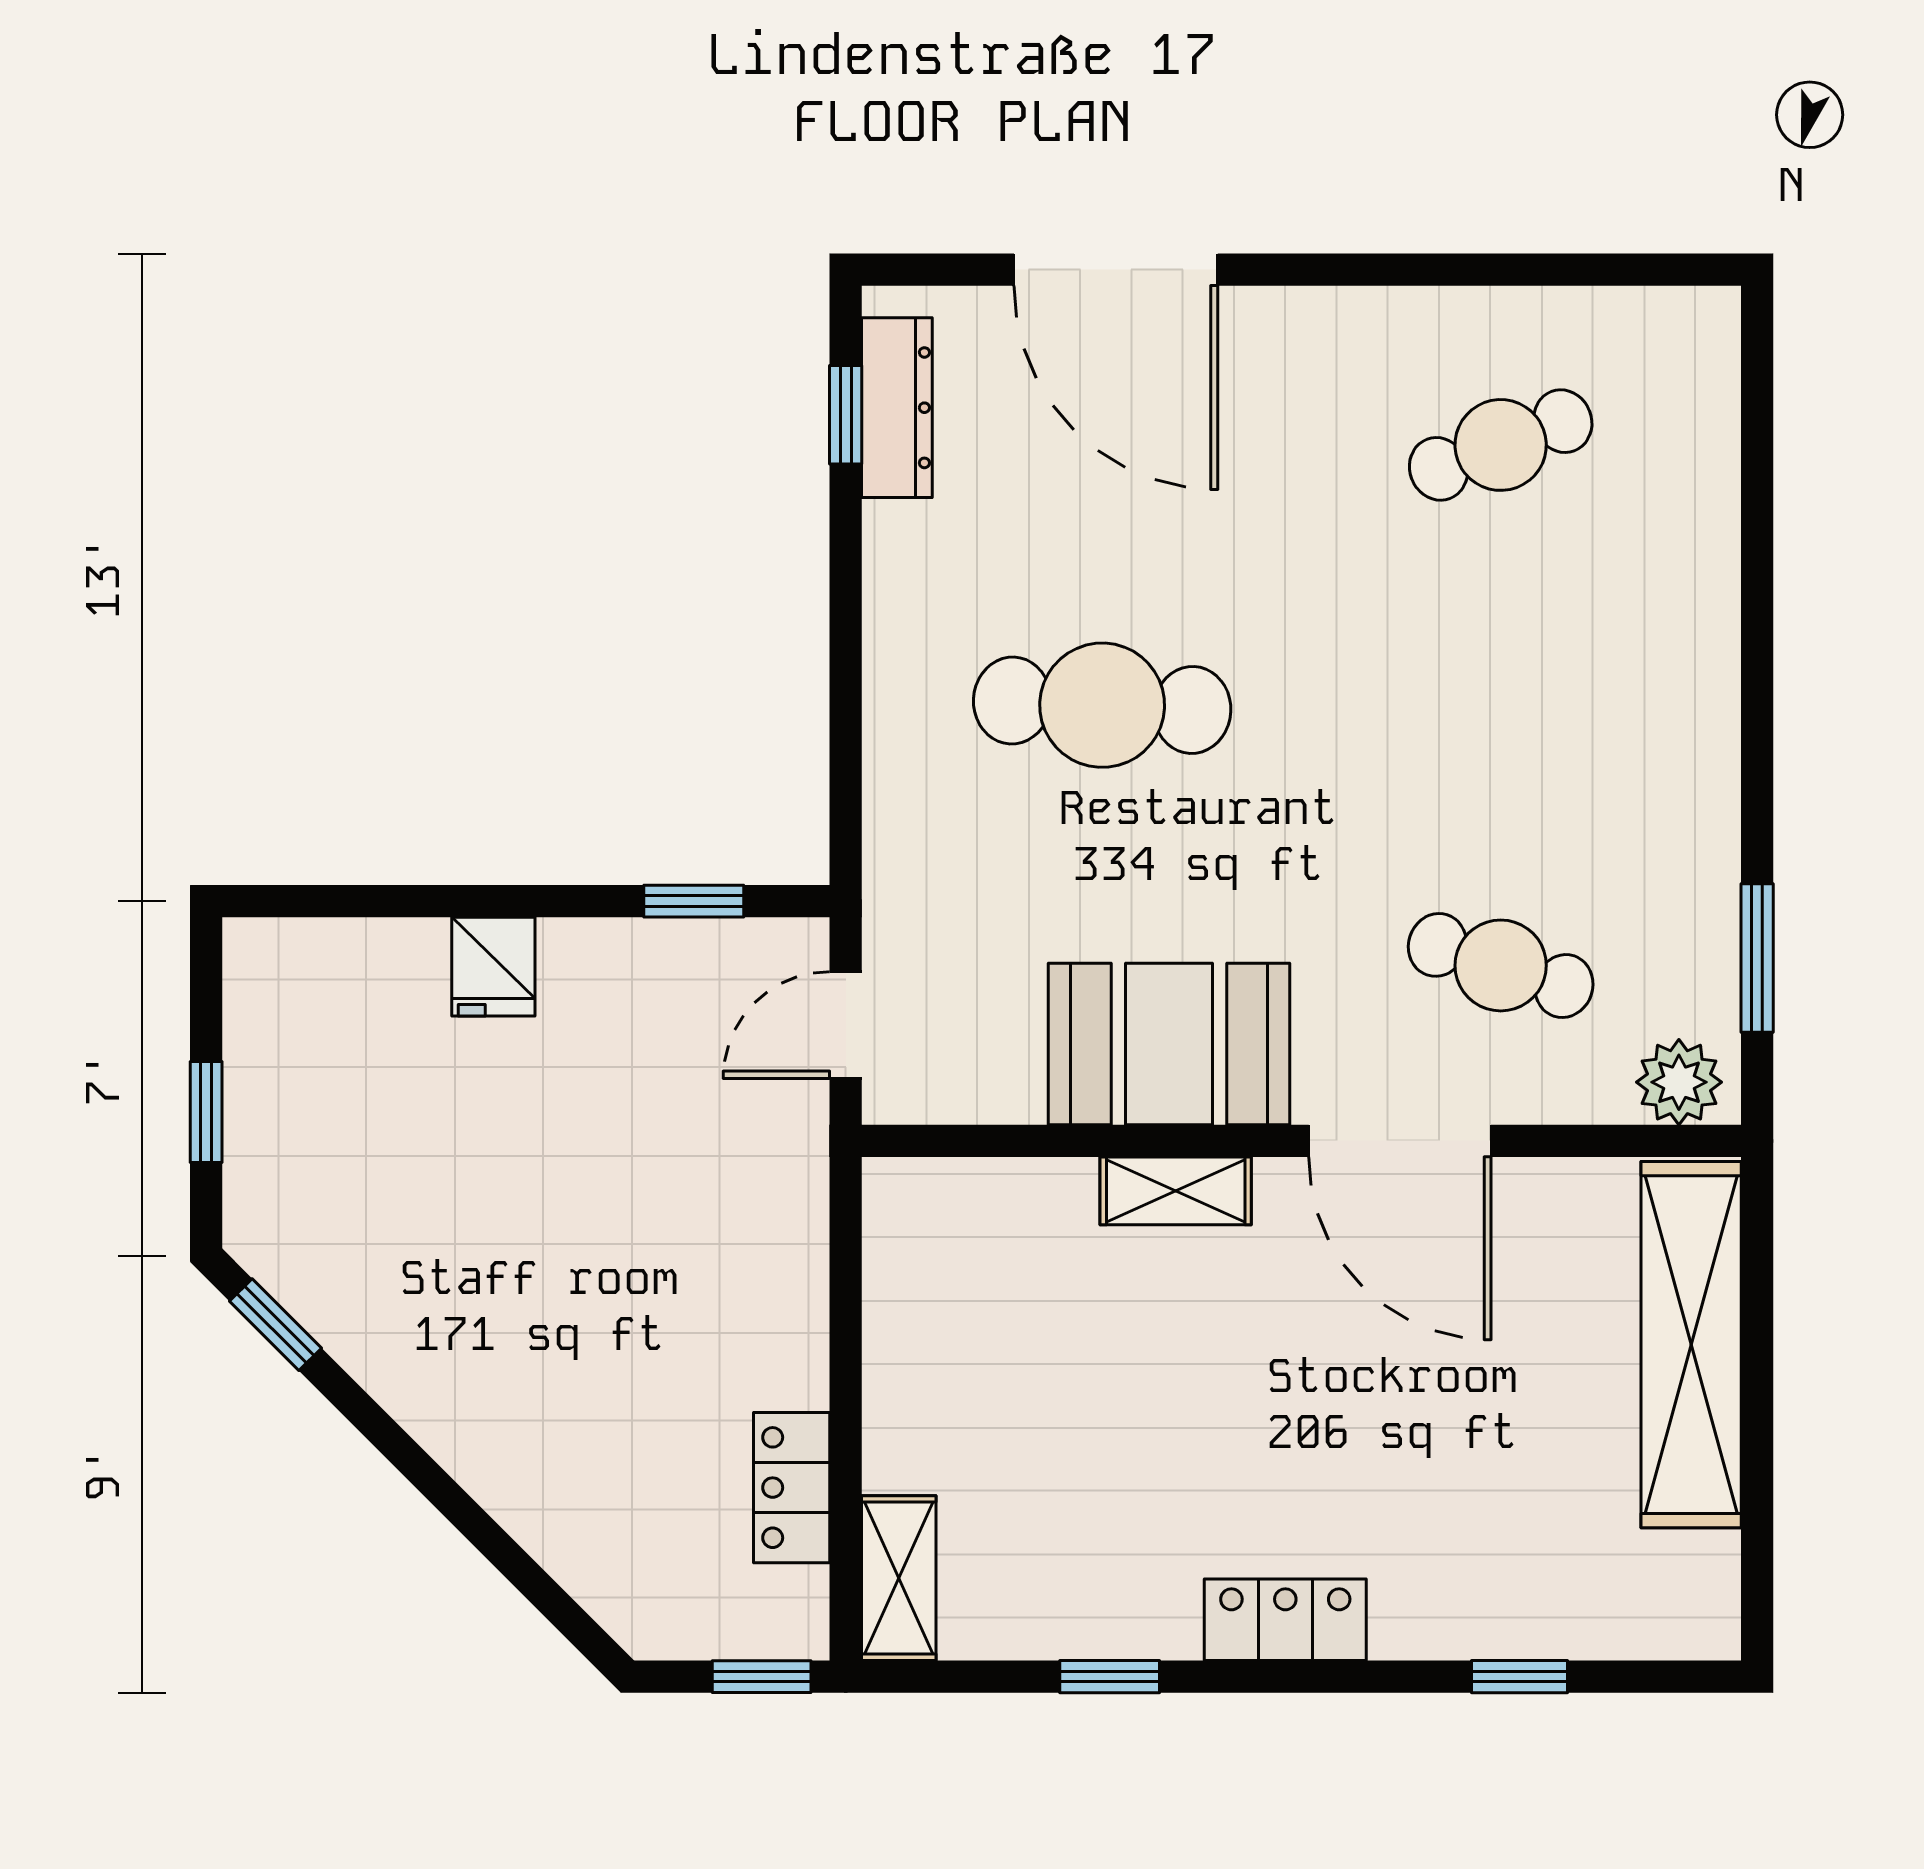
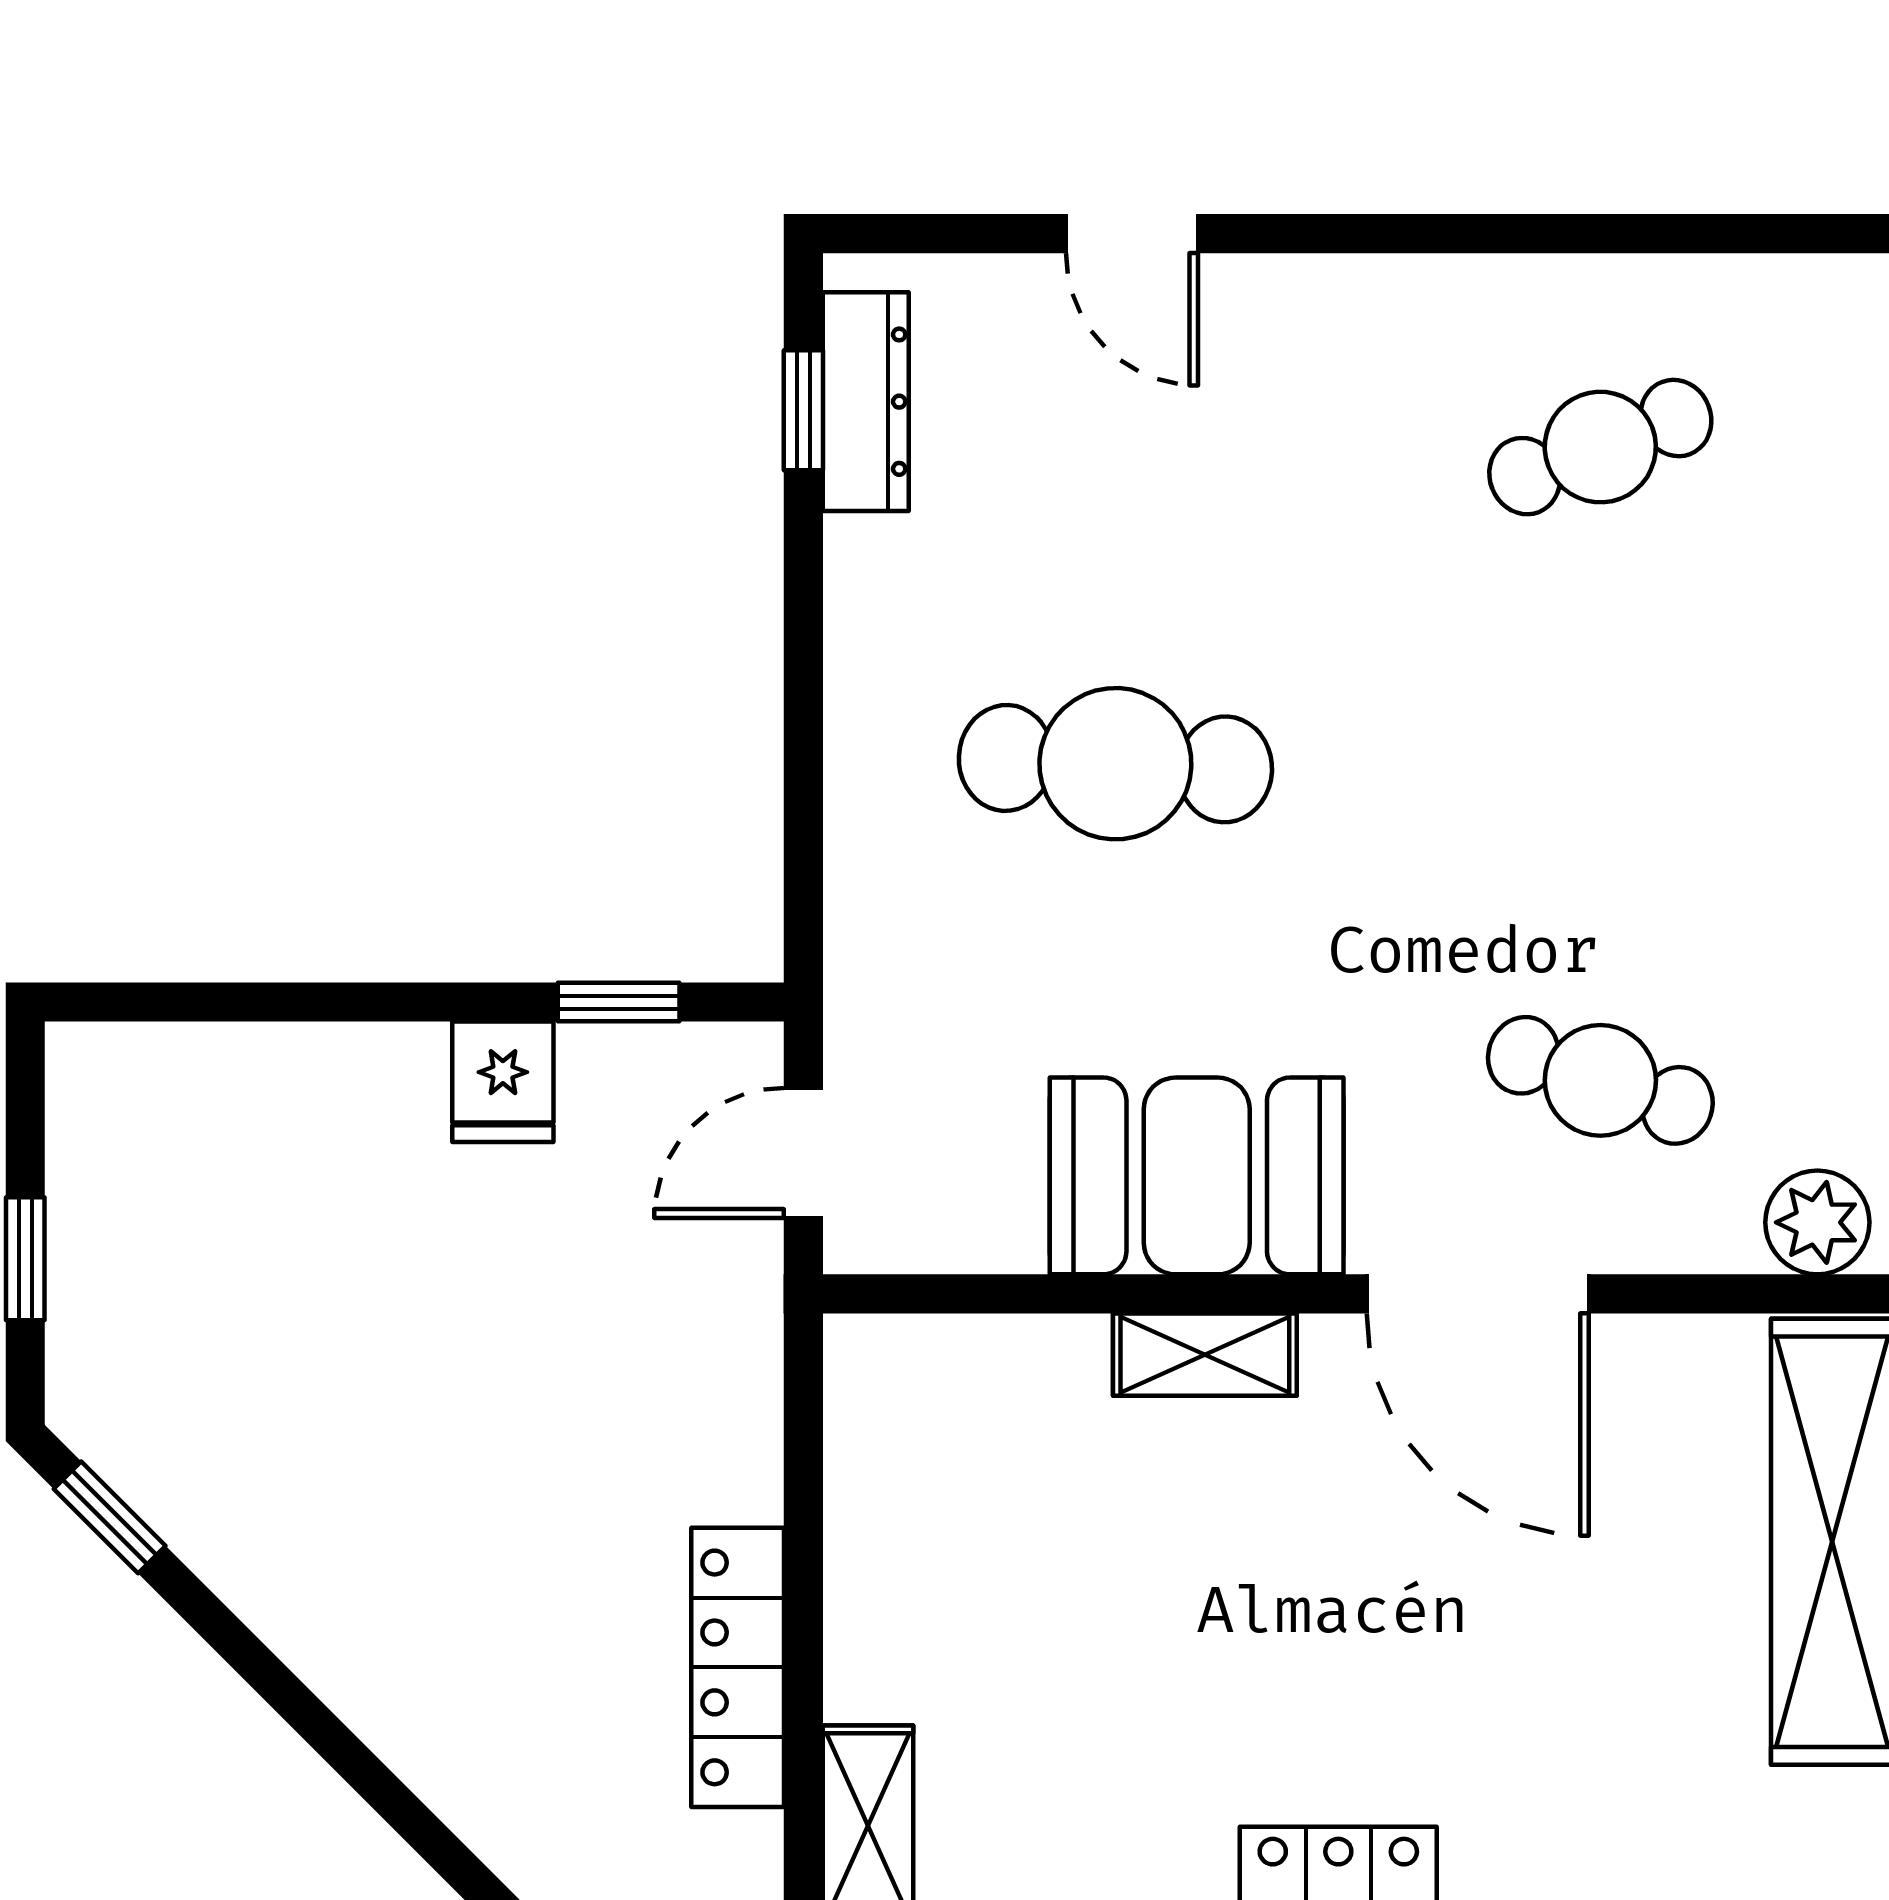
door: (1116, 270) -> (1132, 234), width x0.53
fridge: (493, 967) -> (503, 1082), moved
locker: (792, 1488) -> (738, 1667), width x1.53

